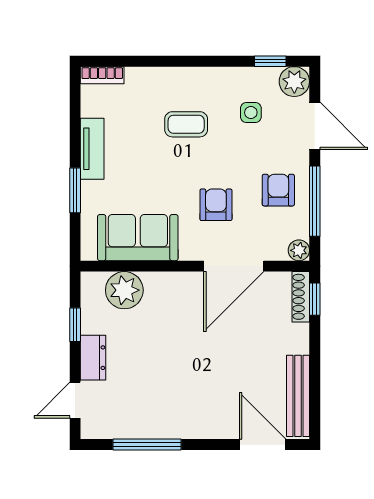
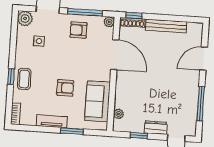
window: (270, 61) -> (11, 77), moved
coffee table: (186, 124) -> (24, 79), moved
armchair: (216, 205) -> (65, 88), moved, turned 180
plant: (124, 290) -> (119, 114), width x0.53, depth x0.53
bench: (298, 396) -> (166, 26), moved
door: (263, 445) -> (204, 59), moved

